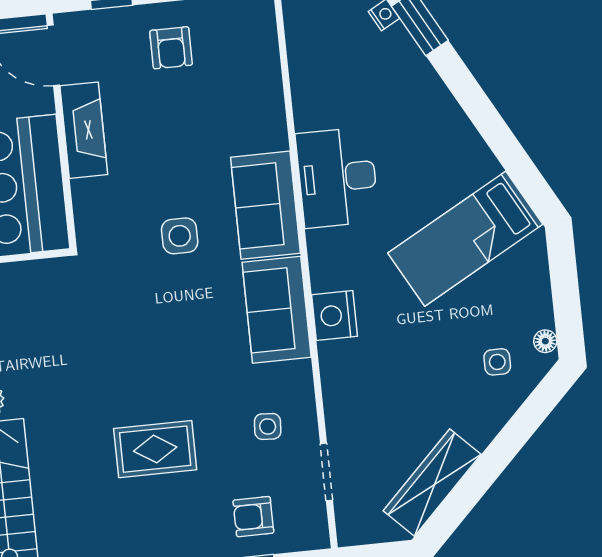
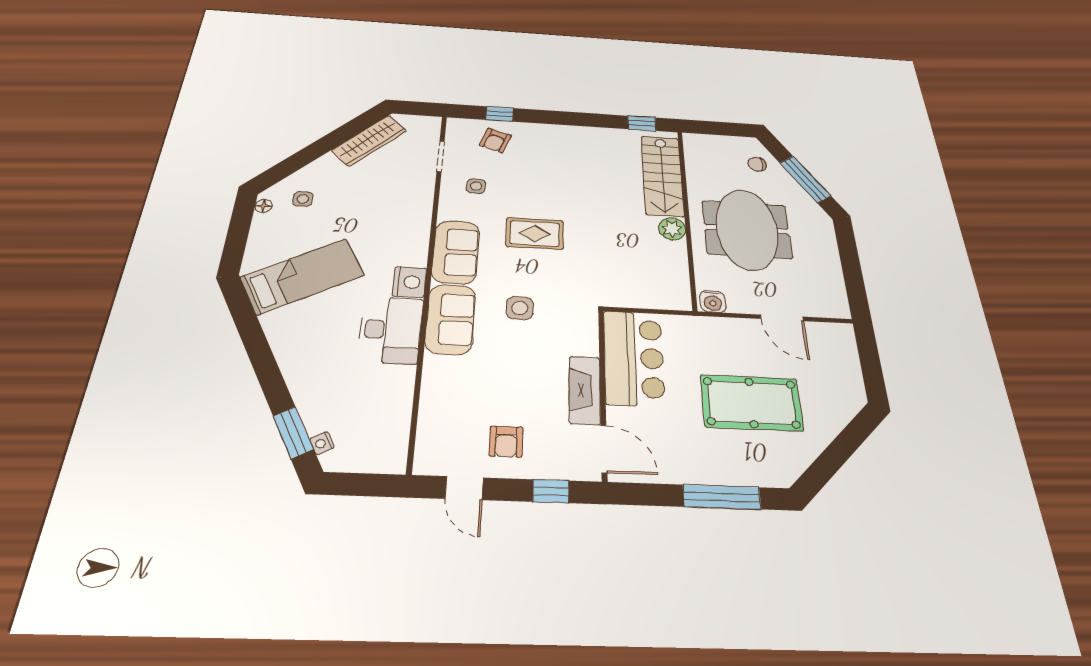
armchair: (171, 48) -> (506, 442), turned 180
nightstand: (335, 316) -> (409, 282), moved
rug: (155, 449) -> (535, 233), moved
armchair: (253, 517) -> (495, 140), turned 109

